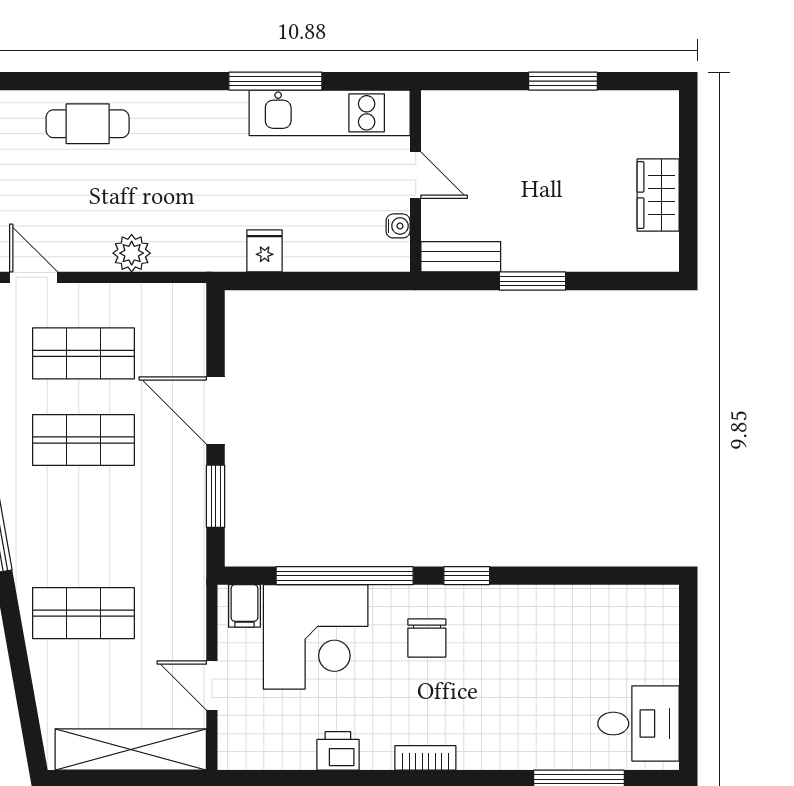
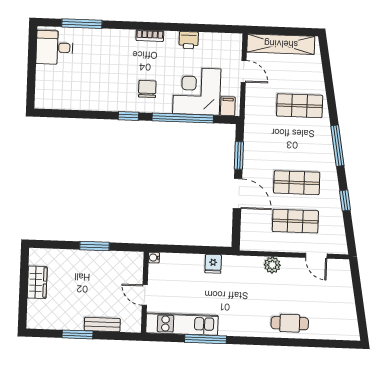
water cooler: (398, 226) -> (154, 258), moved
bench: (461, 257) -> (102, 325), moved

